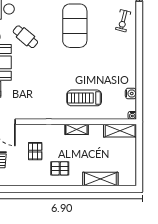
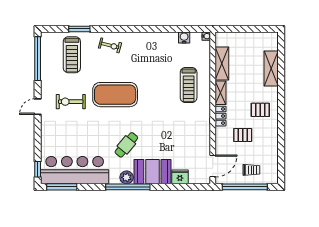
locker: (54, 129) -> (221, 116), added
shelving: (120, 131) -> (222, 63), moved
pallet: (60, 168) -> (260, 110), turned 90

